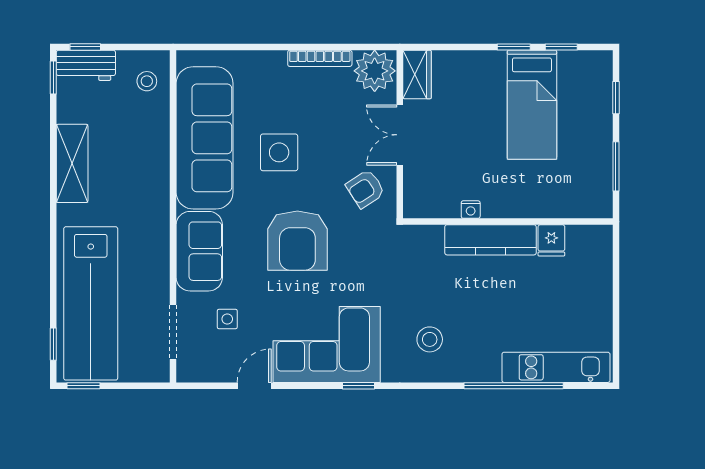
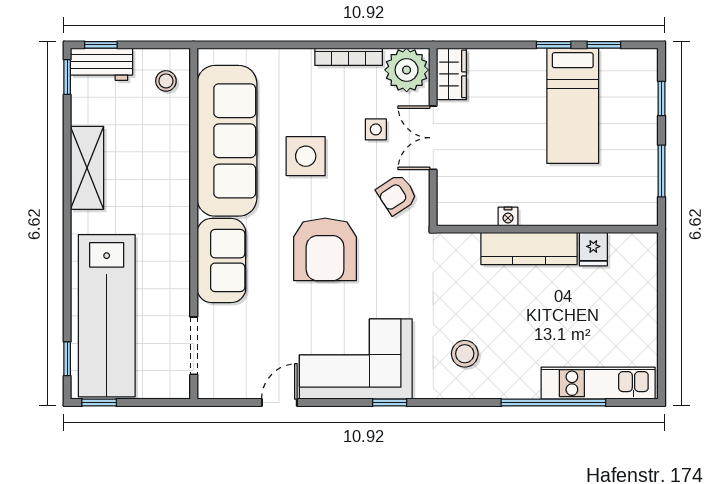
side table: (227, 319) -> (376, 129), moved

